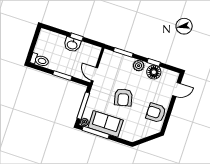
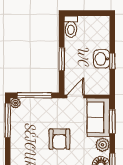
armchair: (123, 97) -> (60, 139), turned -77
sofa: (106, 124) -> (98, 117), moved, turned 180

